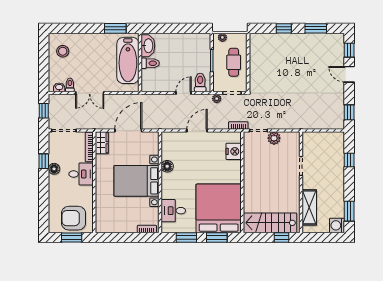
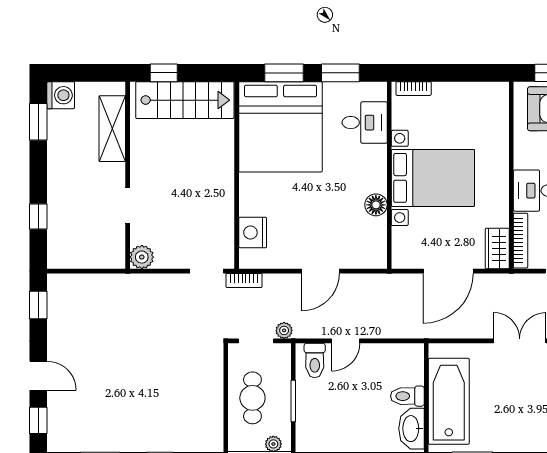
plant: (274, 138) -> (142, 257), moved

